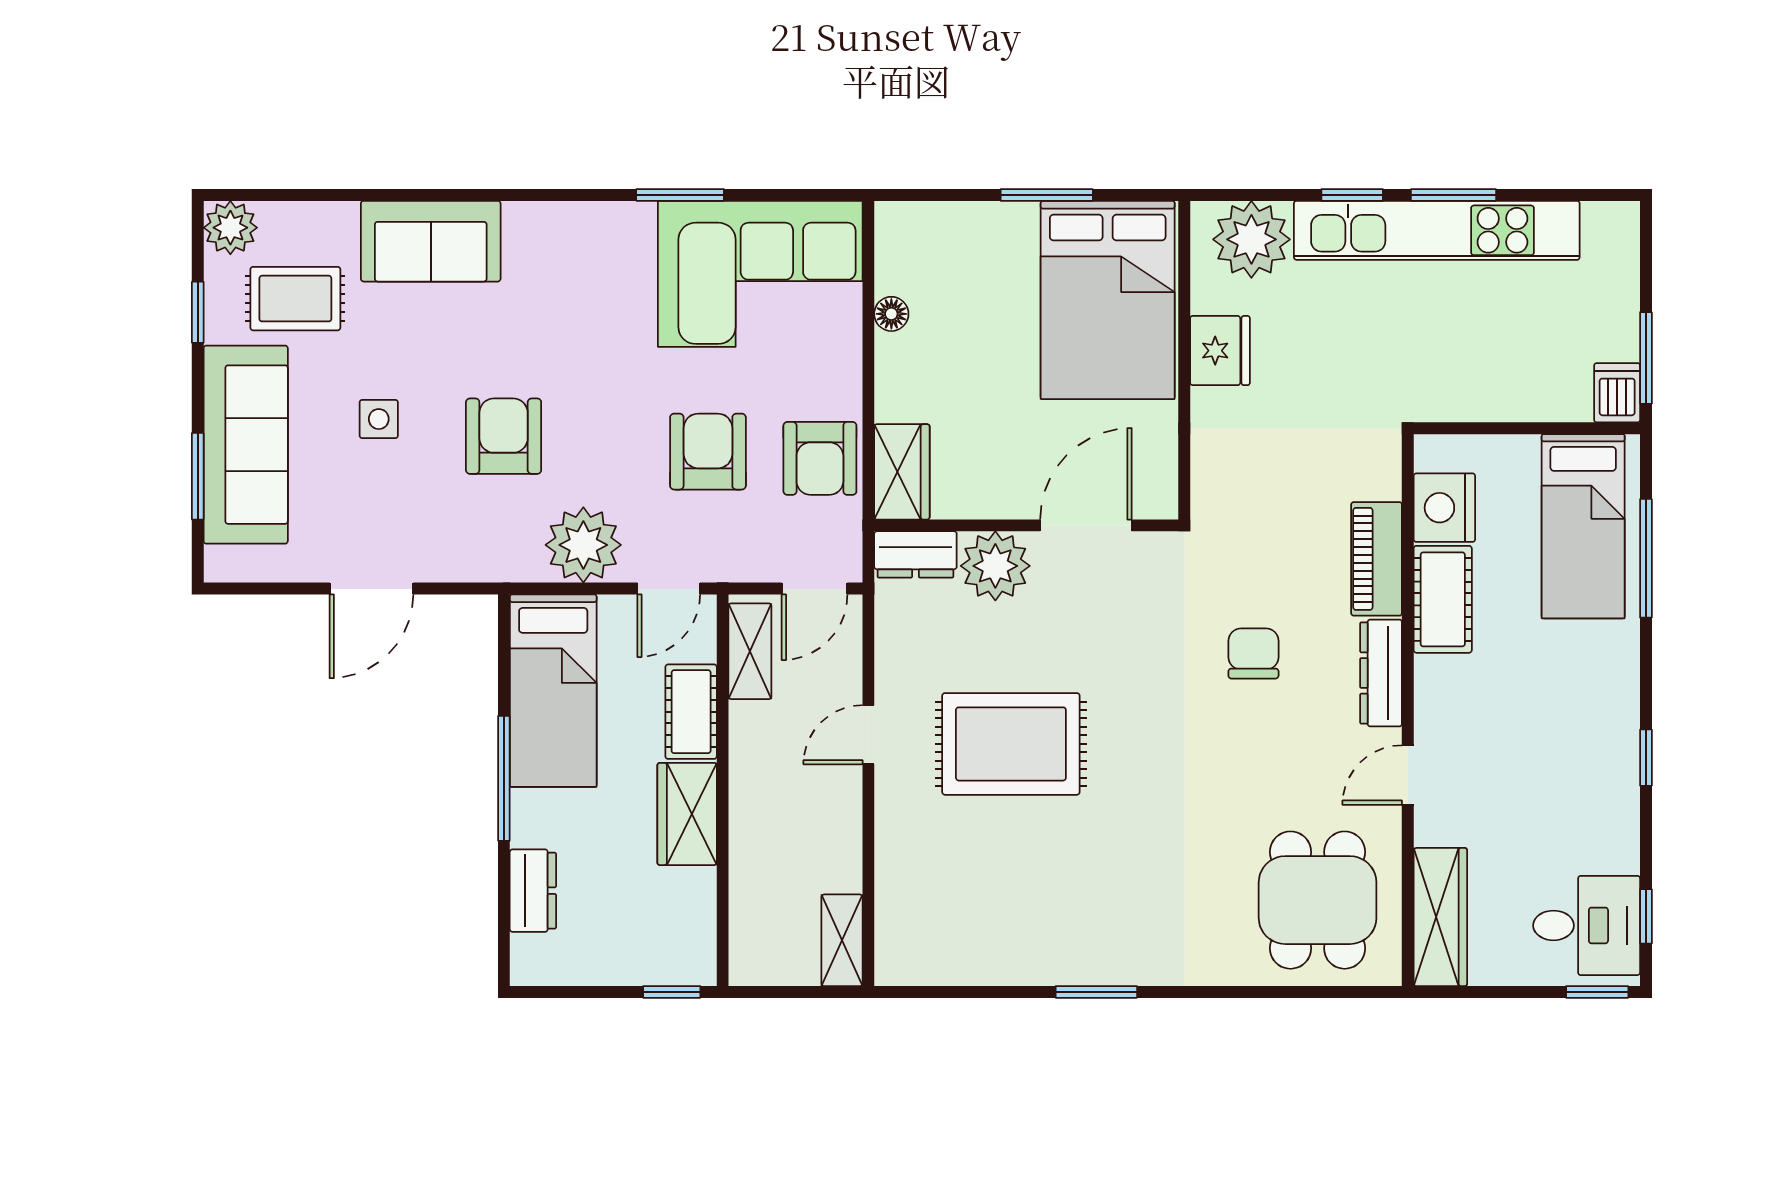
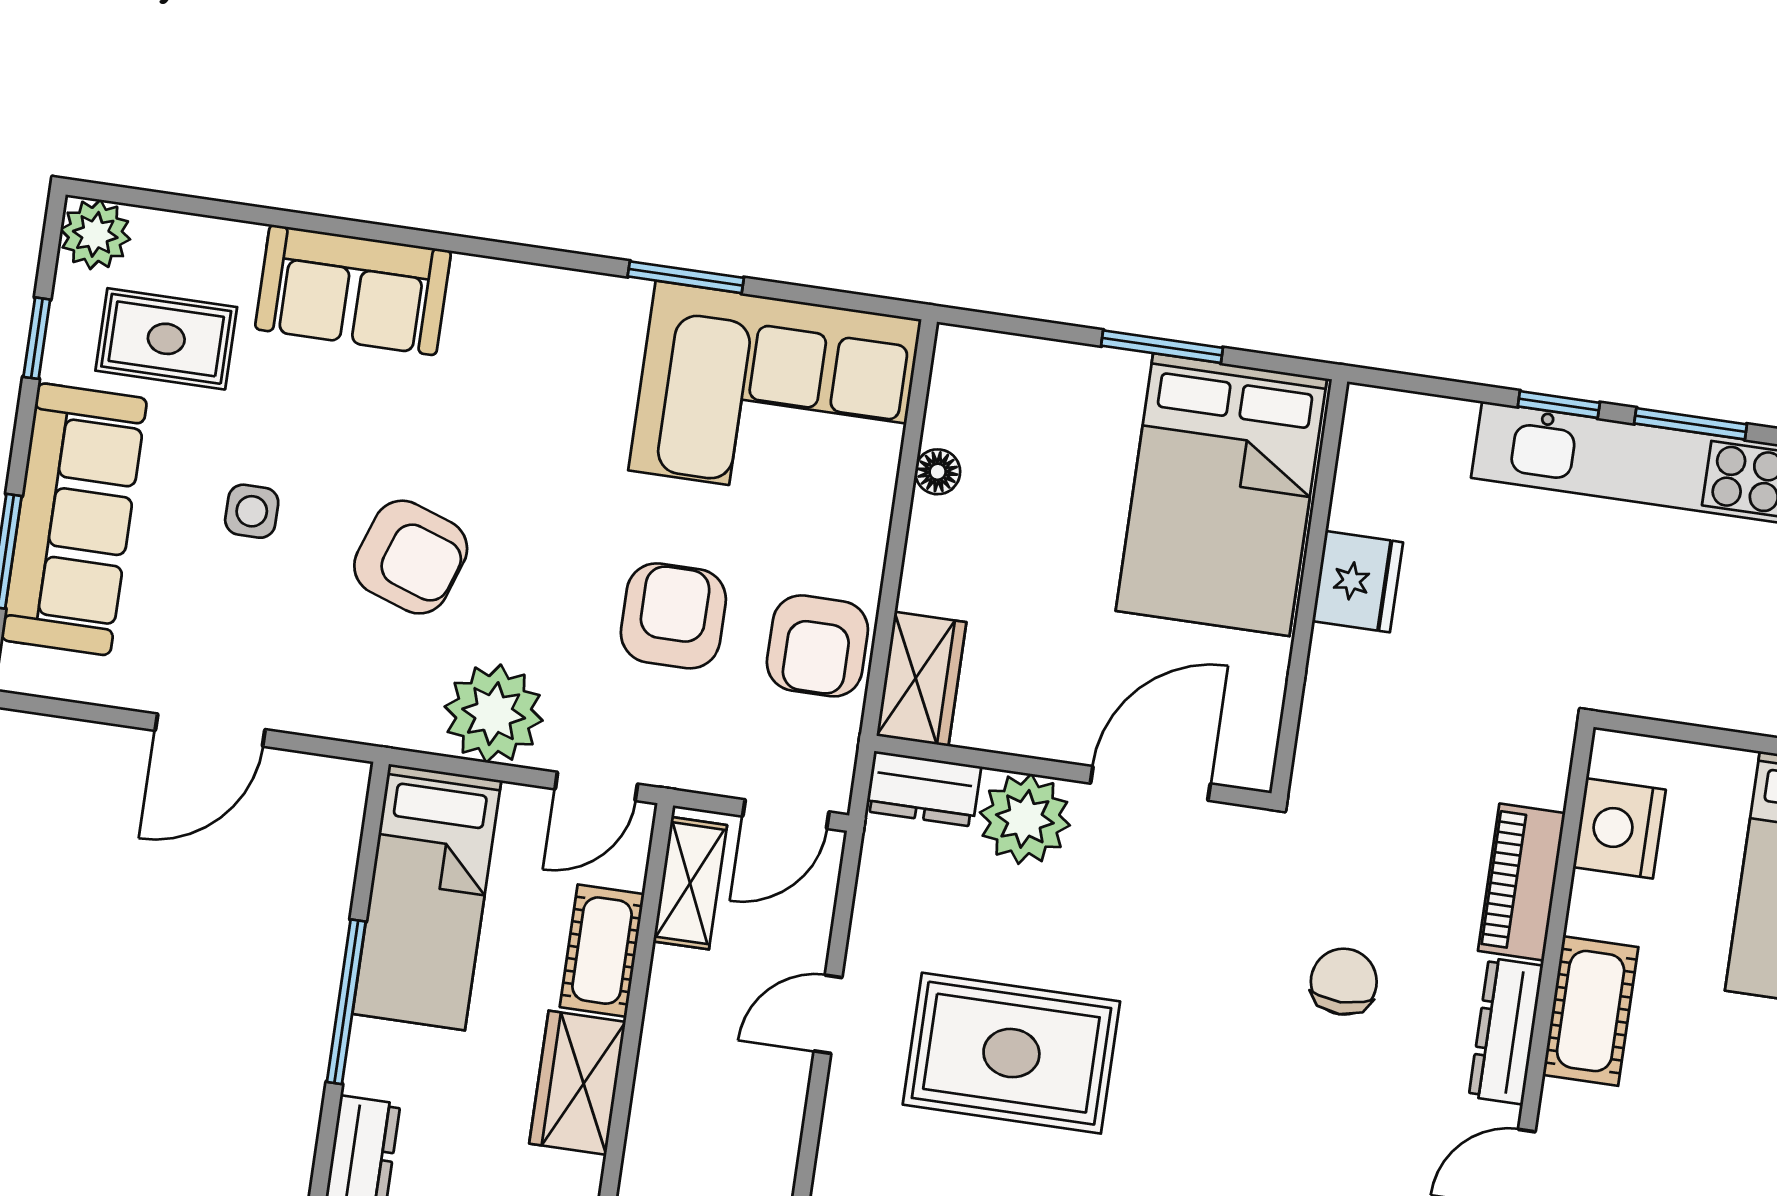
plant: (1251, 239) -> (1420, 443), removed
armchair: (504, 436) -> (411, 557), turned 109
cot: (1443, 599) -> (1591, 1011), moved

